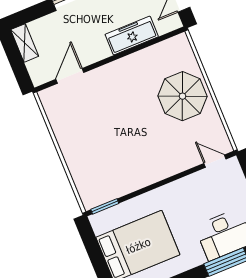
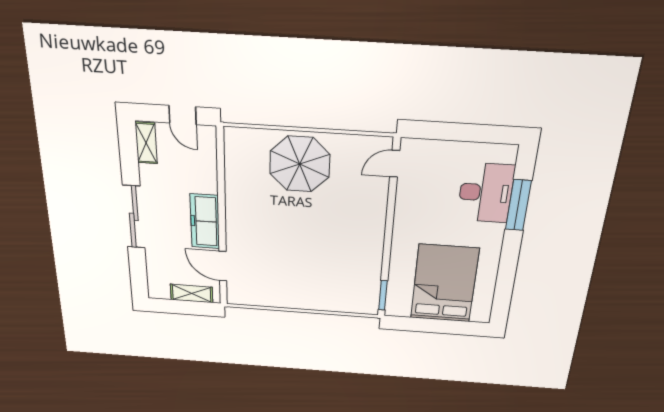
freezer: (132, 36) -> (205, 221), moved
shelving: (25, 43) -> (192, 293), moved

